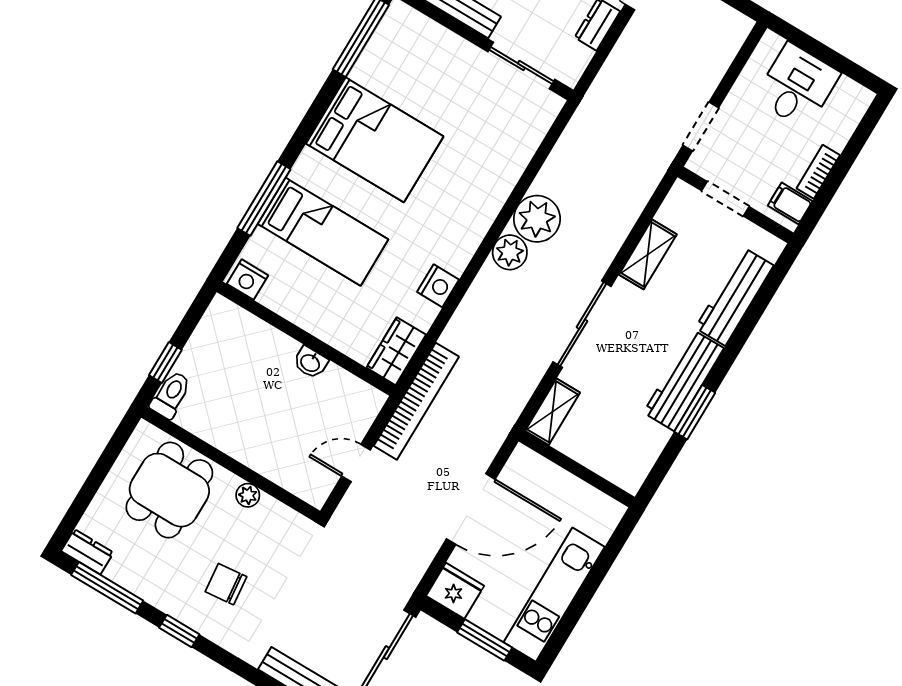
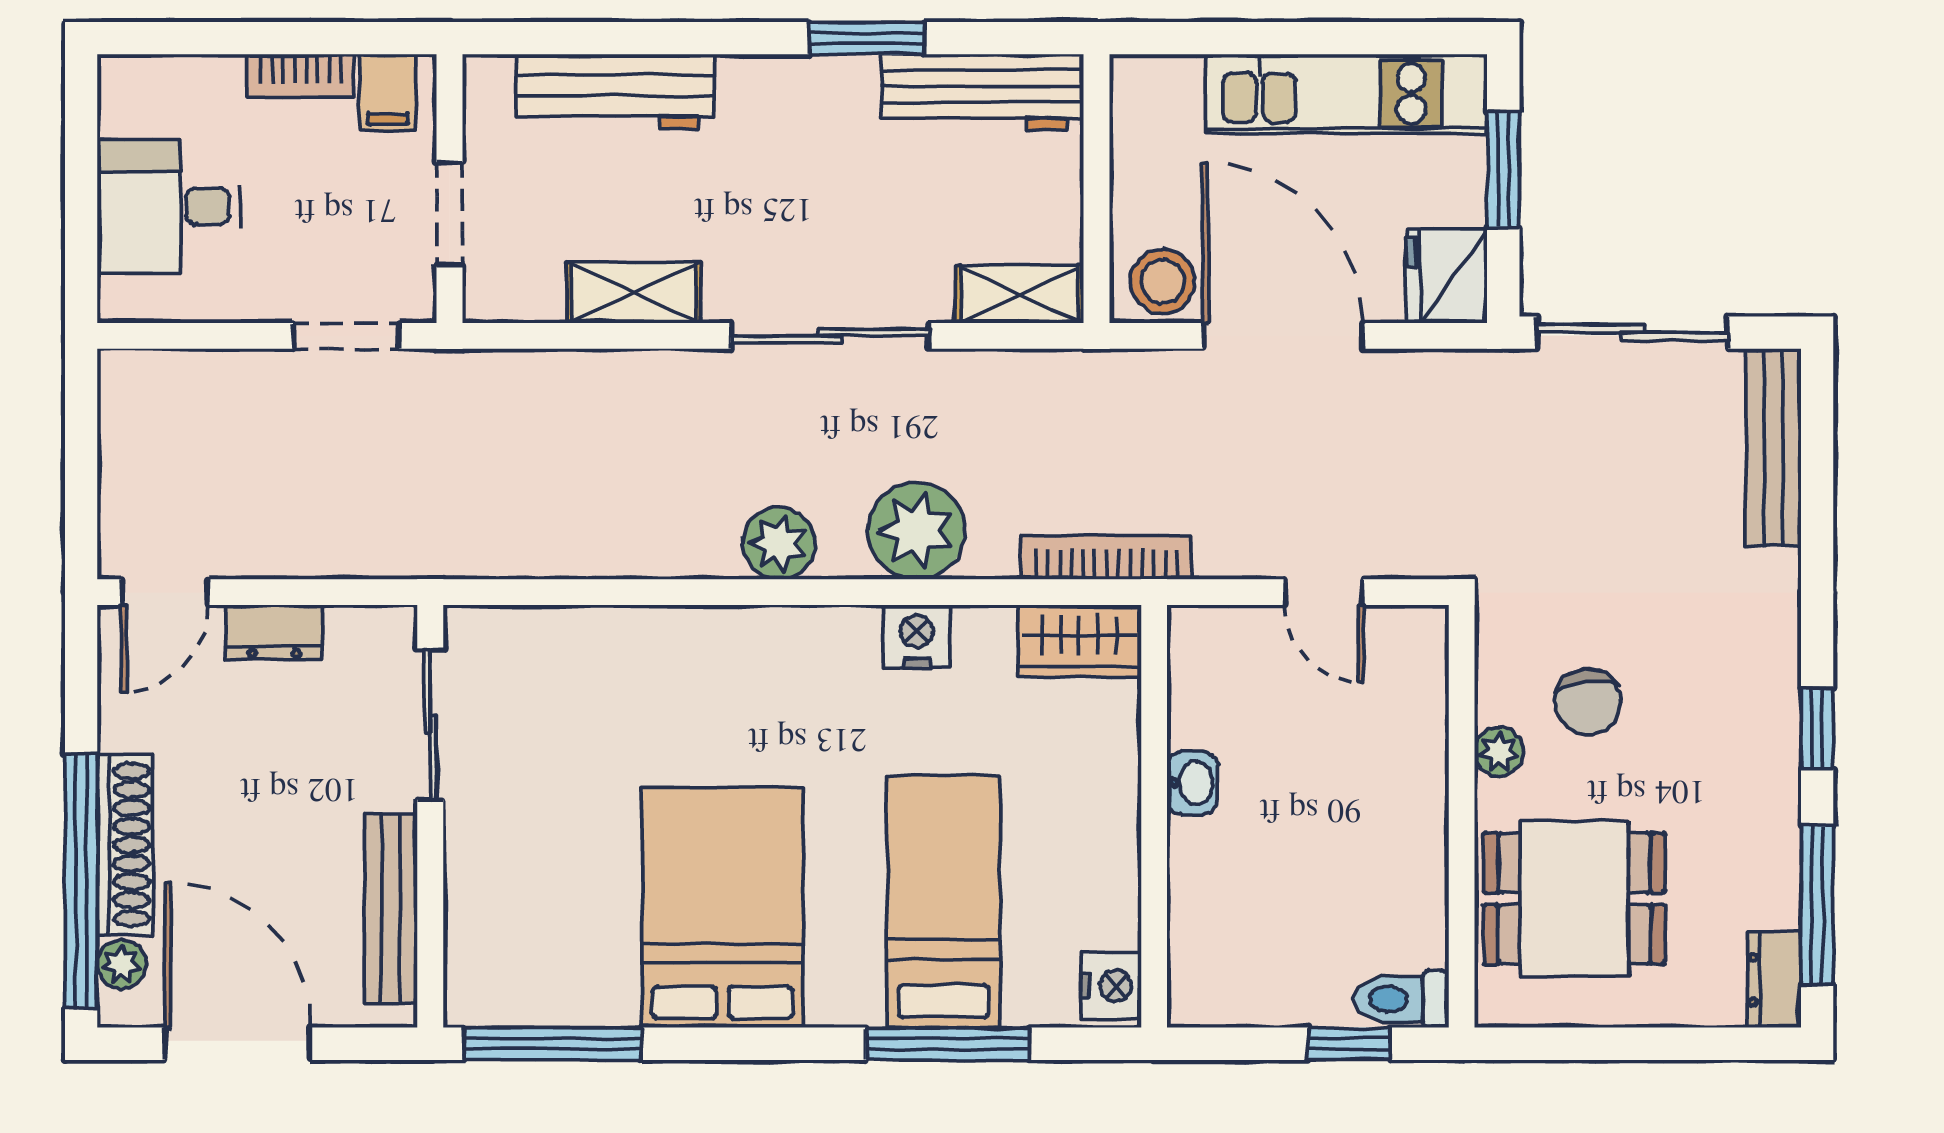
plant: (537, 219) -> (916, 531), moved
workbench: (684, 380) -> (982, 92), moved
bookcase: (416, 401) -> (1107, 557), width x0.68, depth x0.76
stool: (523, 473) -> (1163, 281), added
chair: (226, 584) -> (1588, 702), moved

